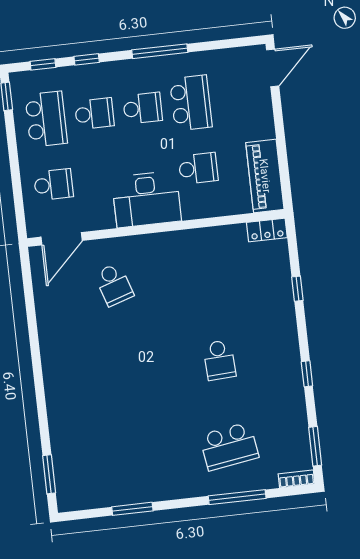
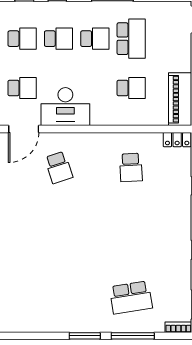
school desk: (46, 119) -> (22, 39), width x0.54
desk: (146, 199) -> (65, 107), moved
school desk: (219, 360) -> (131, 167), moved
window: (132, 509) -> (85, 336), moved

